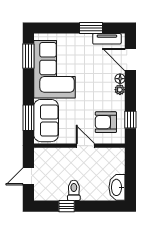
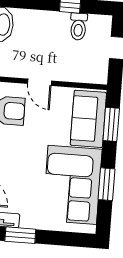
window: (28, 56) -> (107, 184), moved
toilet: (74, 190) -> (78, 27), moved

